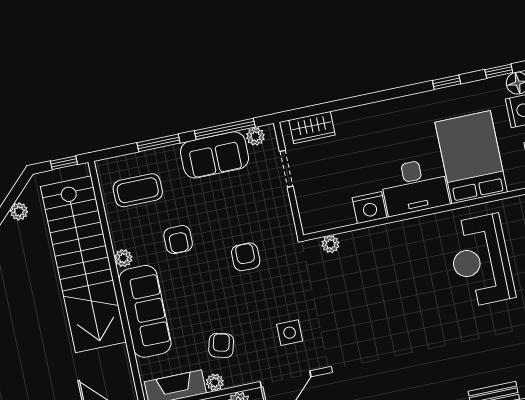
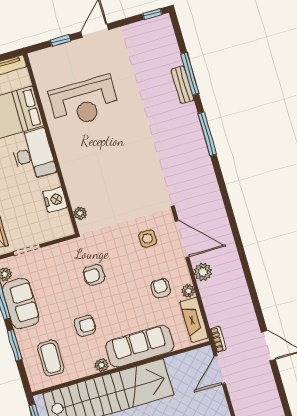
nightstand: (370, 208) -> (55, 200), moved
armchair: (221, 345) -> (161, 288), turned 75

